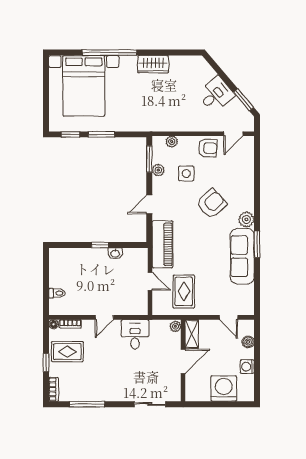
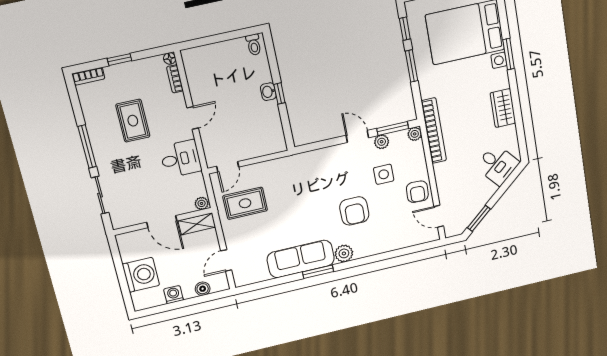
window: (109, 53) -> (509, 54), width x0.47
desk: (216, 95) -> (497, 165), moved
bookcase: (159, 125) -> (434, 131), added
plant: (172, 142) -> (415, 134), moved
door: (149, 204) -> (357, 136), moved
armchair: (212, 204) -> (354, 211), turned 43
piano: (162, 244) -> (296, 166), removed
washbasin: (115, 253) -> (268, 92), moved
door: (150, 281) -> (228, 167), moved
toilet: (57, 293) -> (254, 45), moved
door: (104, 317) -> (193, 118), swing flipped
rug: (67, 352) -> (133, 121), moved
window: (87, 404) -> (87, 147), moved

